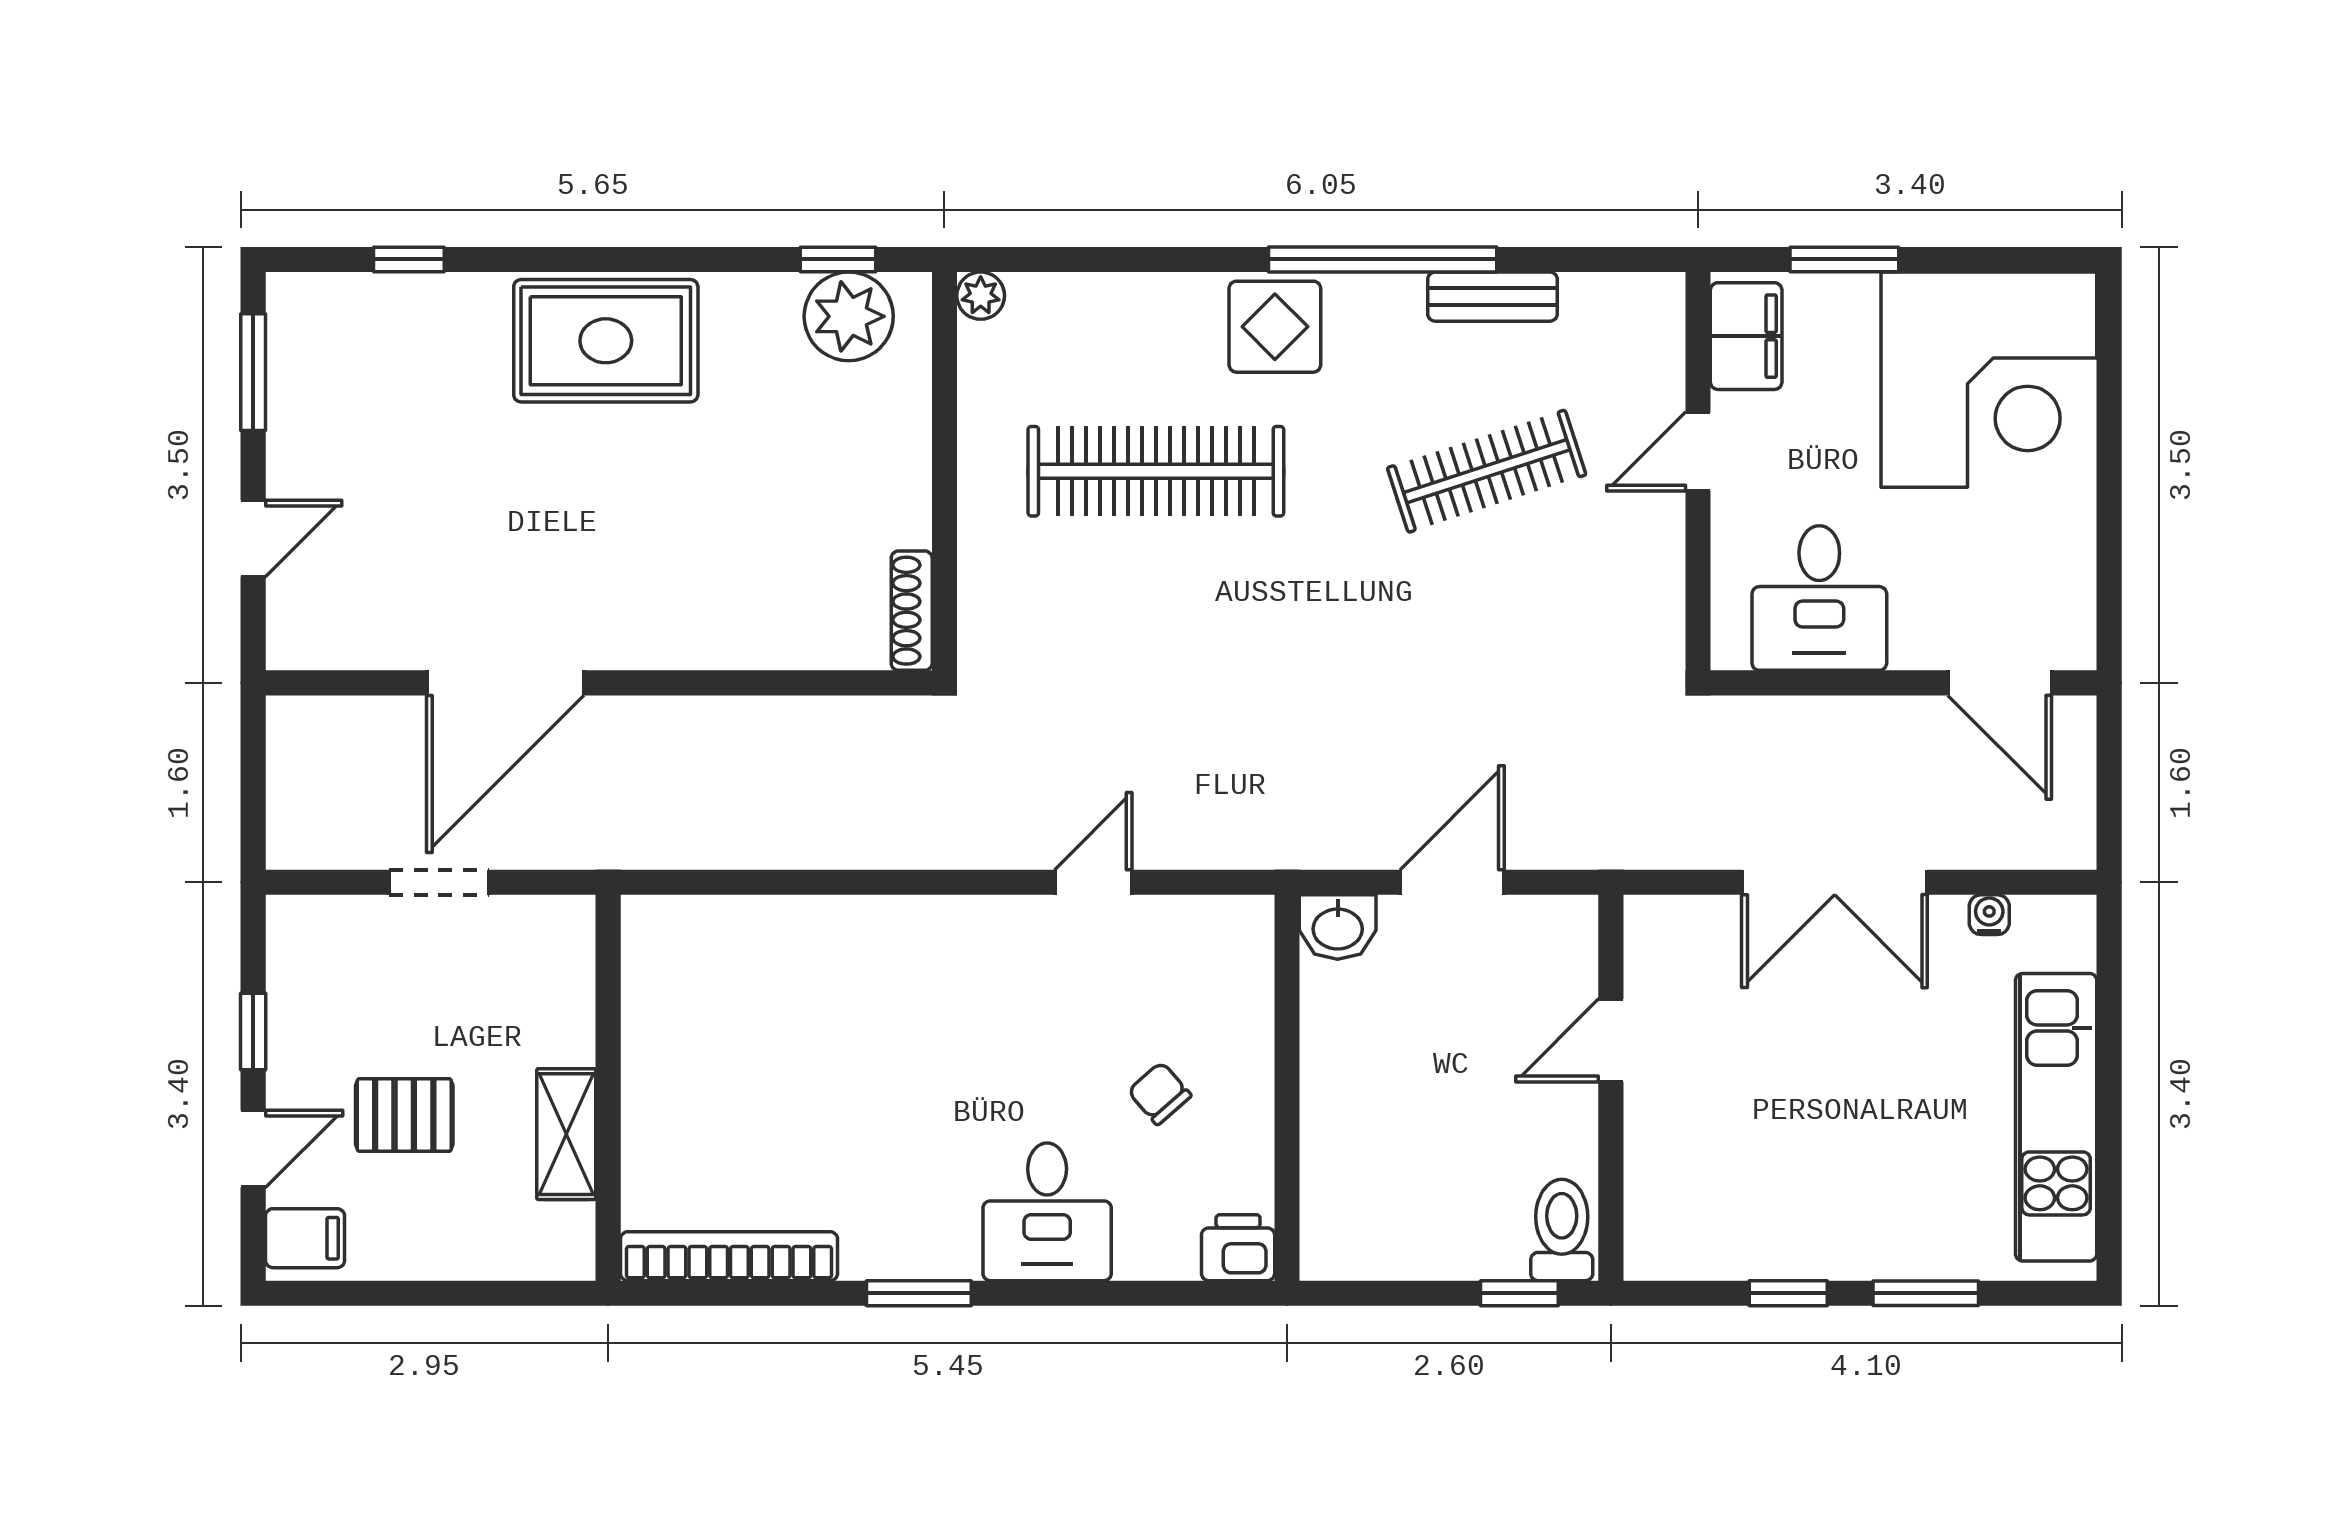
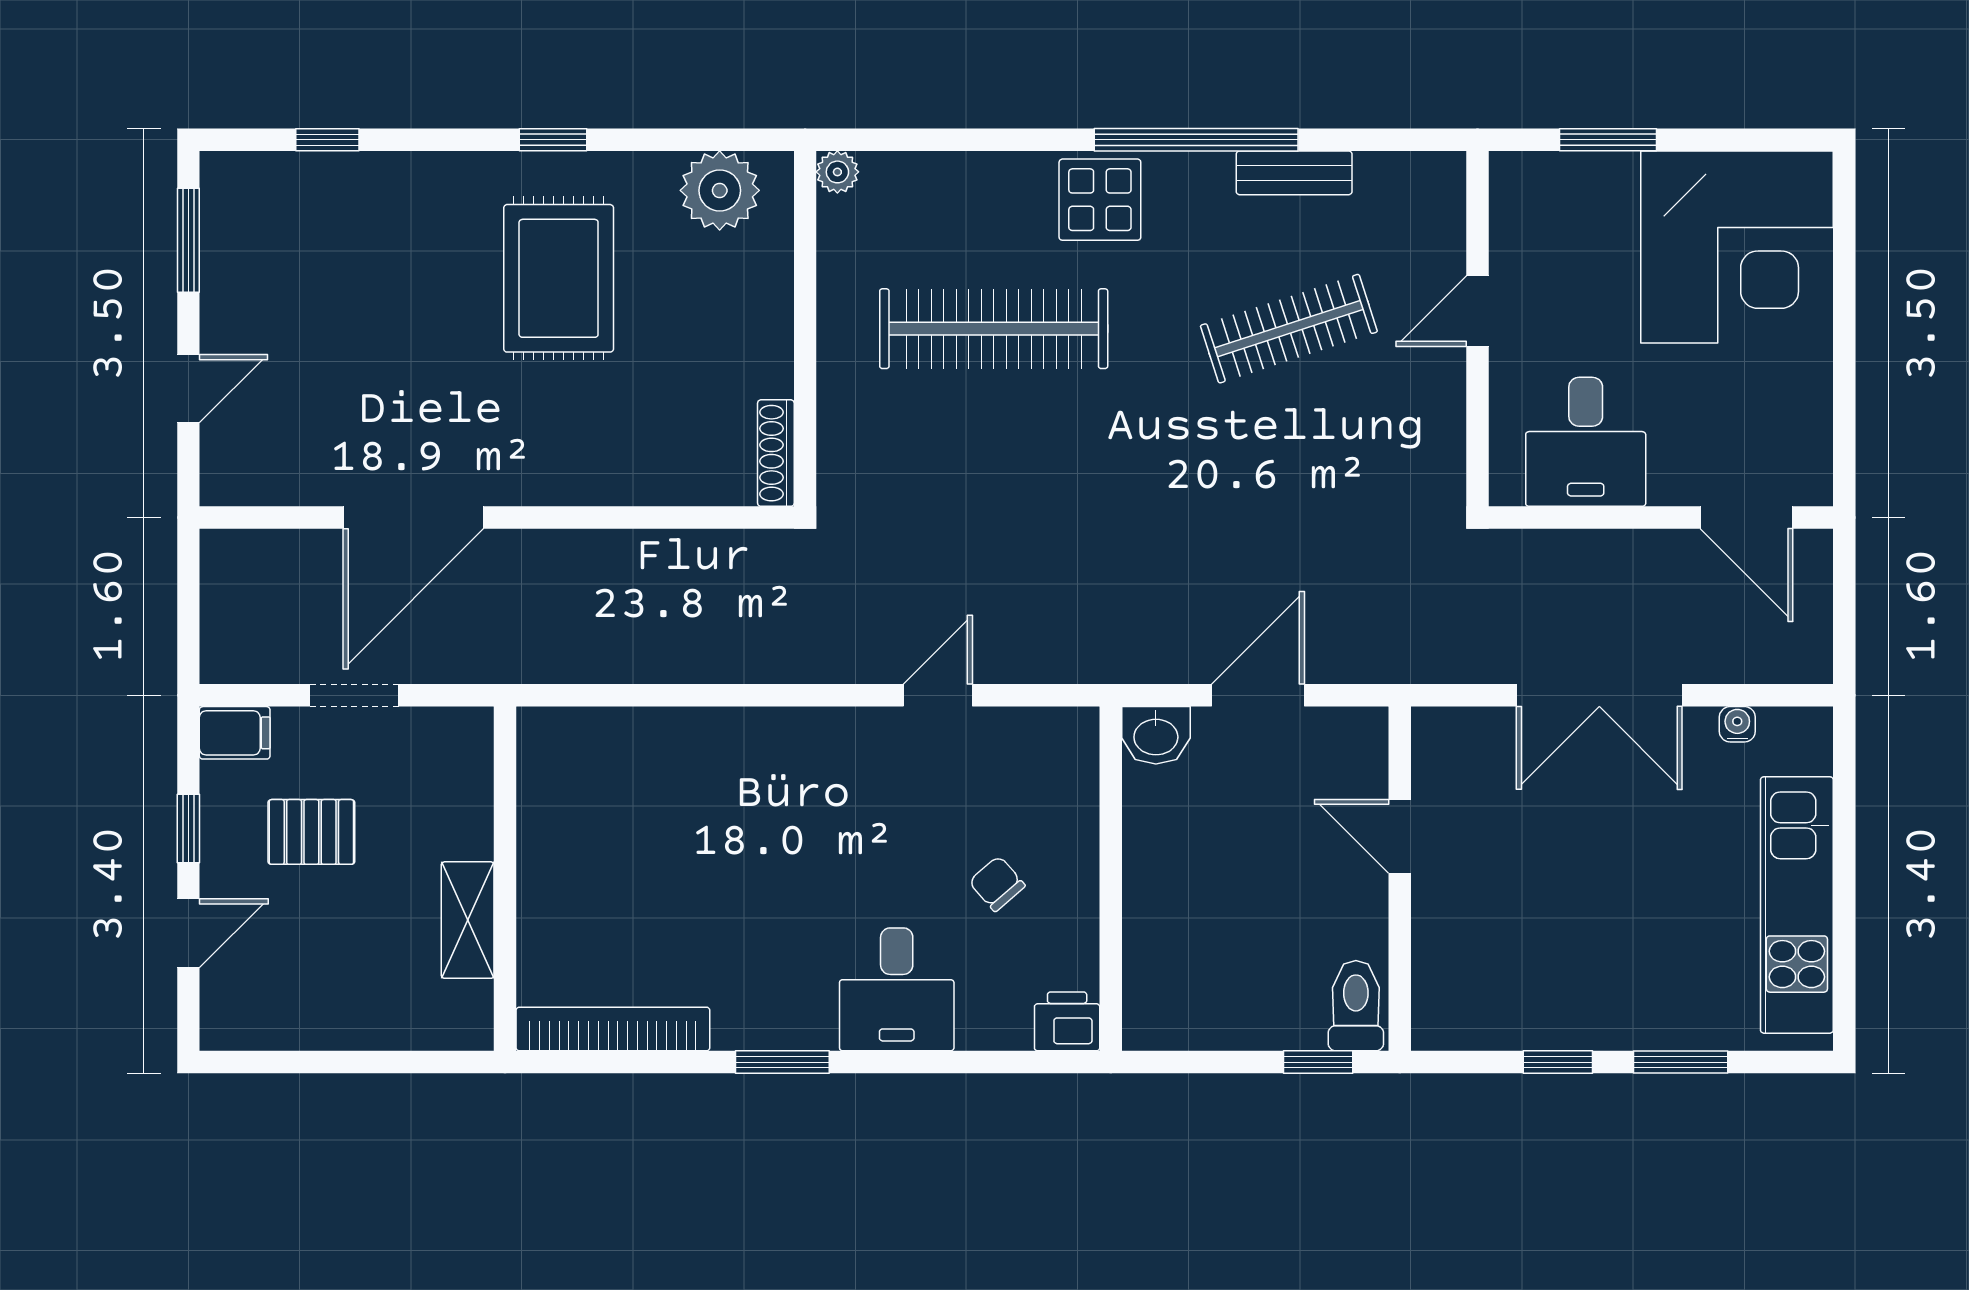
window: (838, 259) -> (553, 140), moved
filing cabinet: (1746, 336) -> (1520, 208), removed
rug: (606, 341) -> (559, 278), moved, turned 90
door: (1611, 1040) -> (1400, 836), hinge flipped
pallet: (404, 1115) -> (311, 832), moved
filing cabinet: (305, 1238) -> (235, 733), moved

